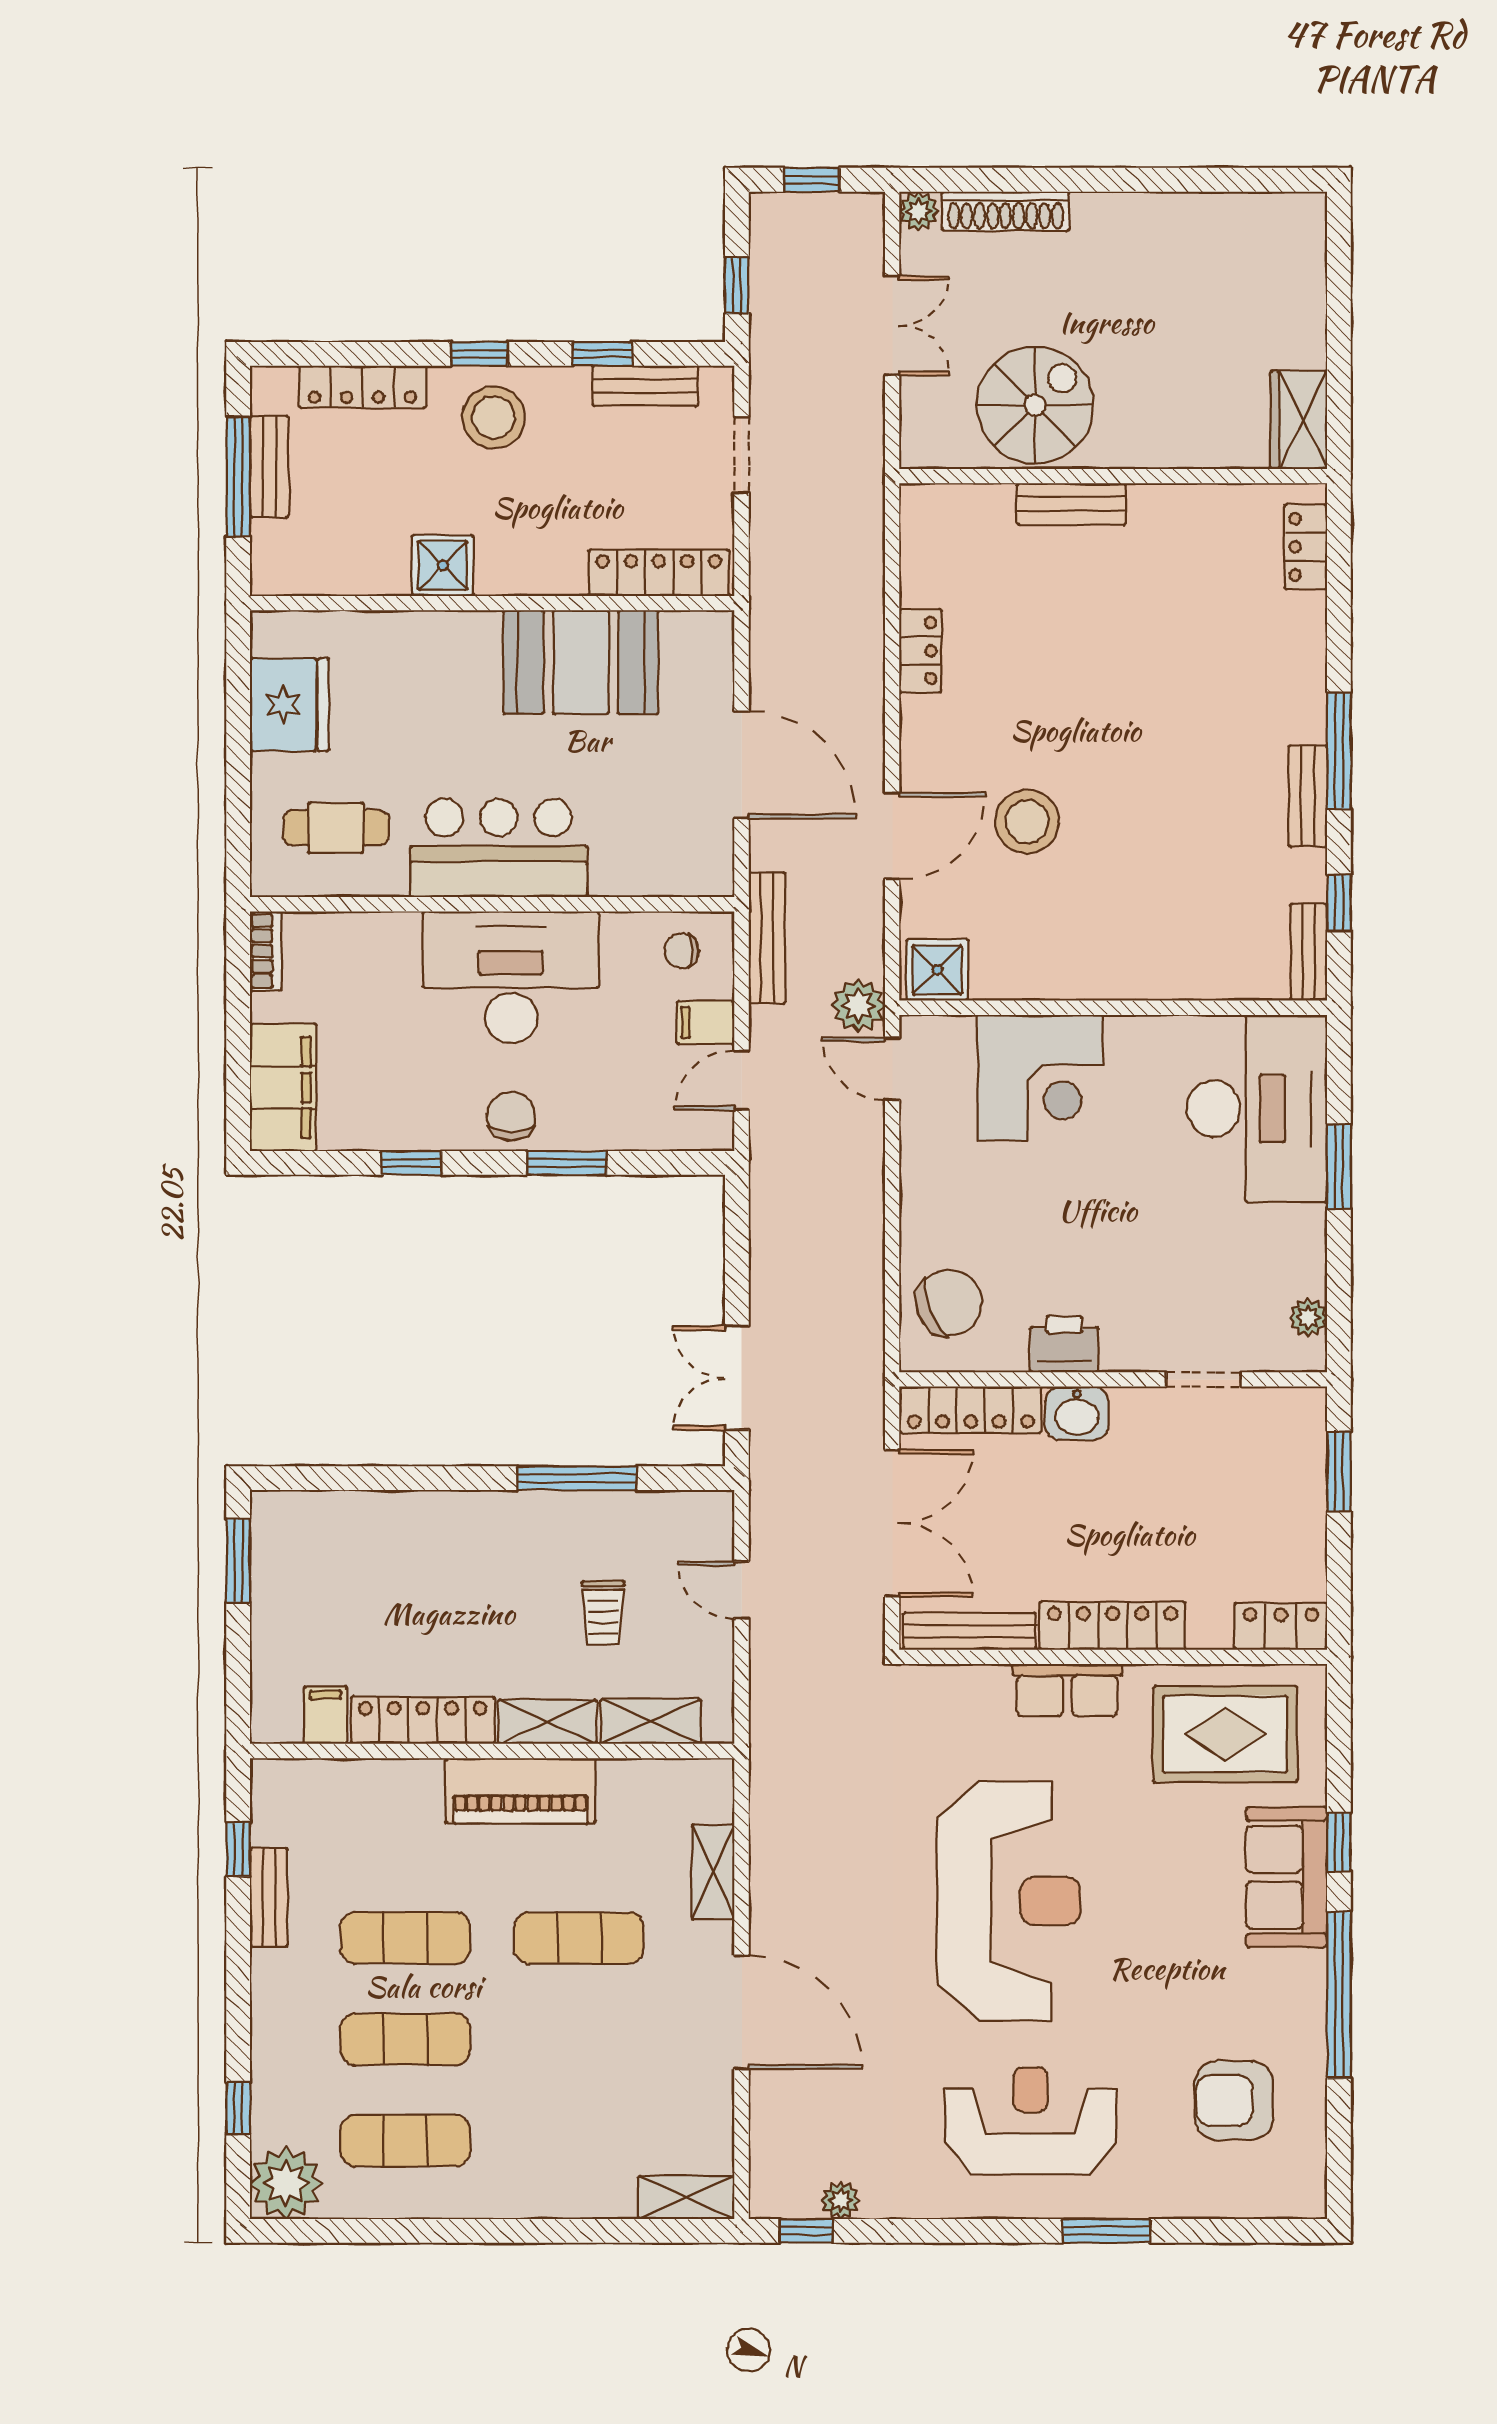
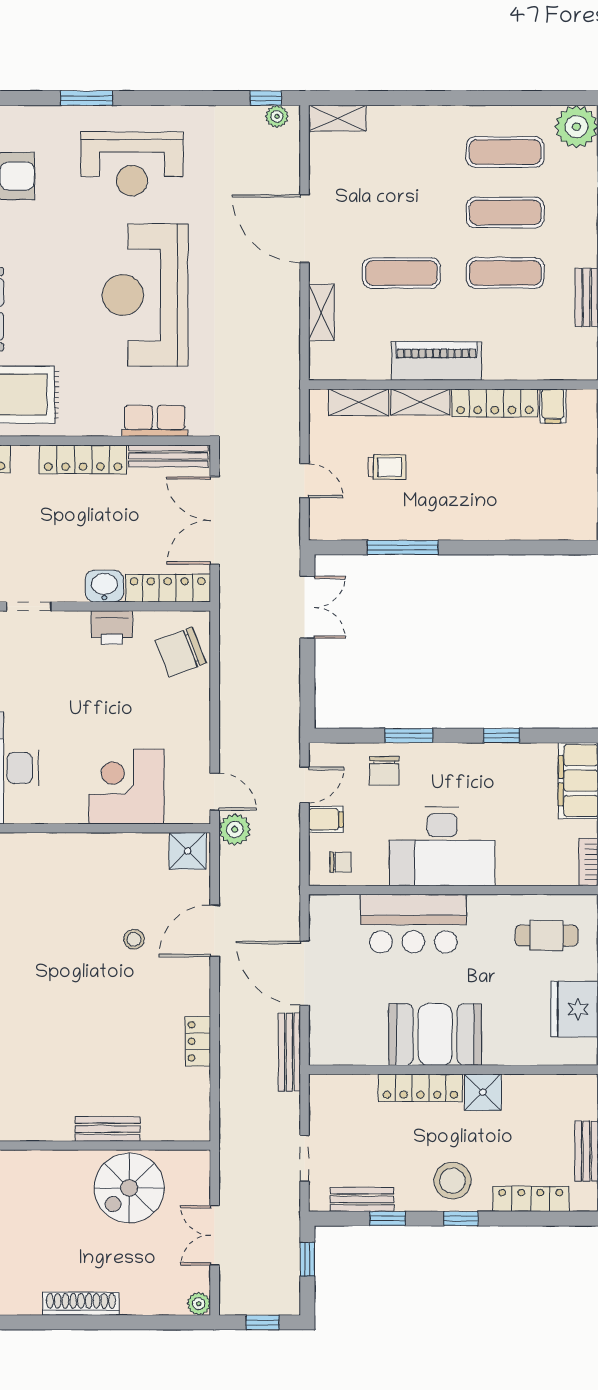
shoe rack: (1006, 211) -> (81, 1304), moved
locker: (659, 573) -> (420, 1088), moved
booth: (581, 662) -> (435, 1034), moved
stool: (1027, 822) -> (134, 939), width x0.53, depth x0.53
bar counter: (499, 848) -> (413, 924), moved
bench: (767, 938) -> (289, 1052), moved
chair: (511, 1116) -> (384, 771), moved
trolley: (603, 1613) -> (387, 467), turned 90
row of seats: (1067, 1690) -> (155, 421), moved
plant: (841, 2200) -> (277, 116), moved

